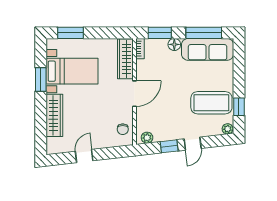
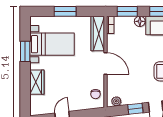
window: (71, 33) -> (65, 11), moved
door: (134, 94) -> (106, 64), hinge flipped
wardrobe: (54, 115) -> (37, 82), width x0.67

